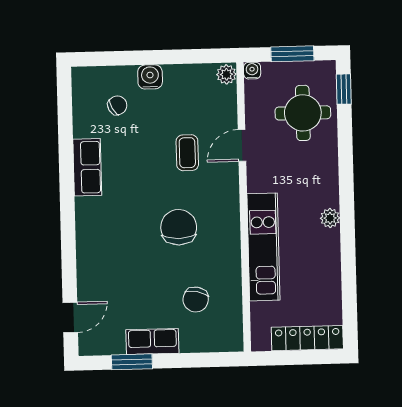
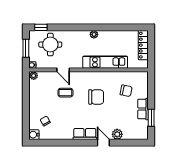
water cooler: (150, 77) -> (34, 135), moved
row of seats: (87, 167) -> (85, 134), moved
chair: (179, 227) -> (96, 97), turned 180
plant: (90, 281) -> (117, 134), added
door: (70, 317) -> (103, 143), moved

